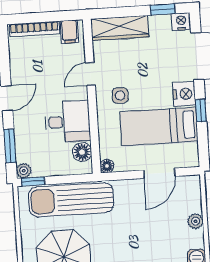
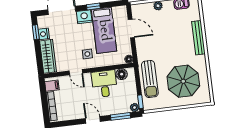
nightstand: (181, 22) -> (44, 34), moved
sun lounger: (71, 200) -> (150, 79), width x0.73, depth x0.75

